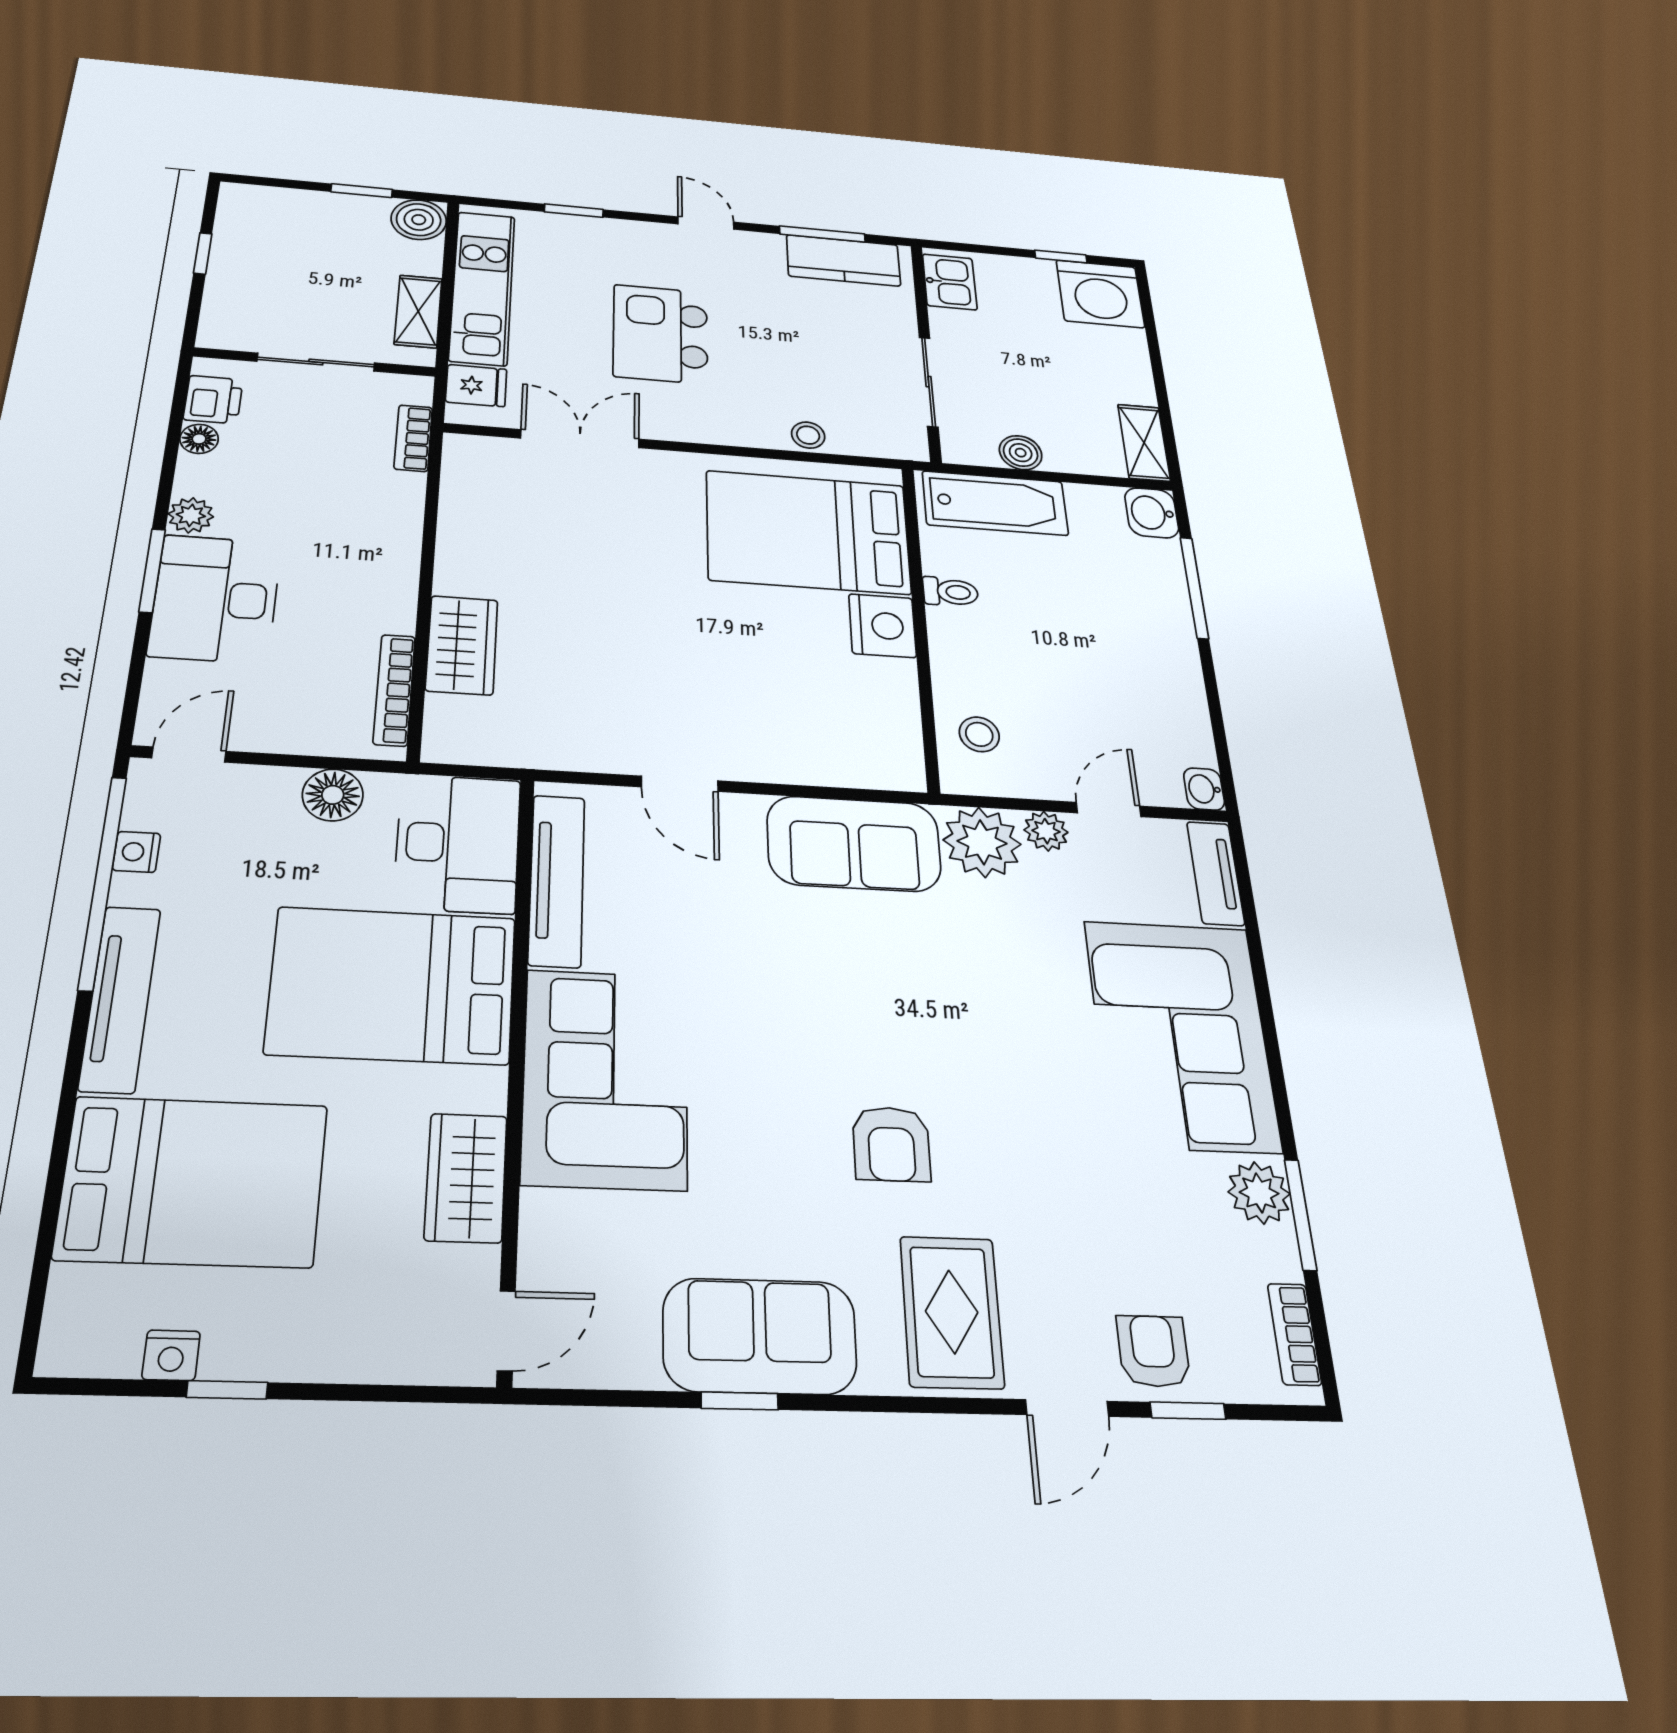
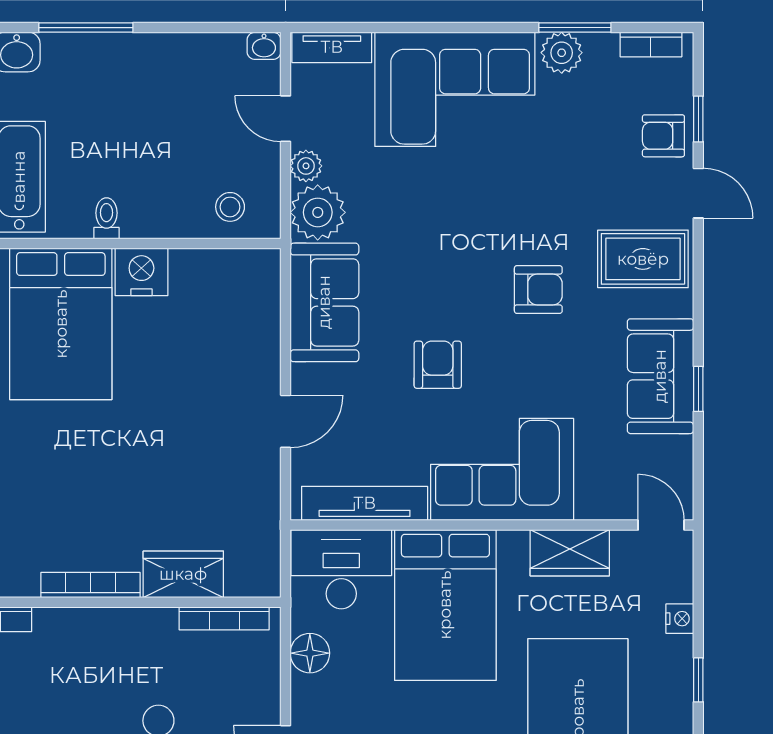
bookcase: (453, 538) -> (91, 585), added
armchair: (768, 992) -> (438, 365), added
nightstand: (171, 1355) -> (680, 619), moved

